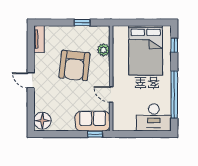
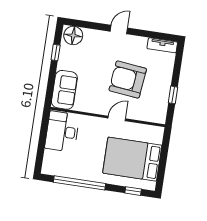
plant: (104, 50) -> (140, 114), removed
door: (111, 94) -> (117, 118), moved
desk: (154, 117) -> (62, 132), moved
window: (95, 134) -> (56, 52), moved

